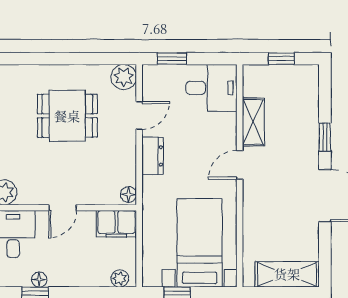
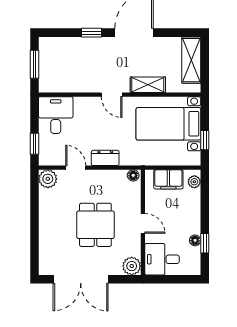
window: (281, 59) -> (34, 64), width x1.50
dining table: (67, 116) -> (95, 225), moved
shelving: (253, 122) -> (148, 85), moved
filing cabinet: (116, 224) -> (168, 179), moved, turned 90

